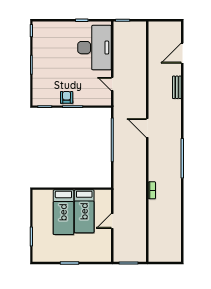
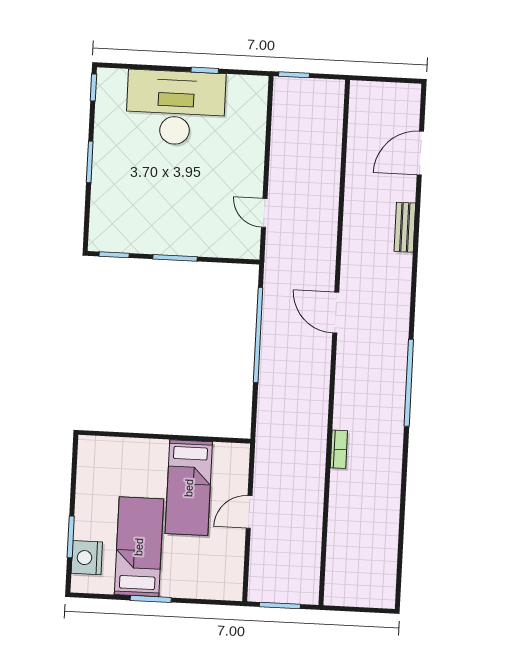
desk: (94, 48) -> (176, 108), moved, turned -90
armchair: (67, 97) -> (163, 237), removed
bed: (63, 212) -> (139, 547), moved, turned 180
nightstand: (39, 246) -> (87, 558), added

